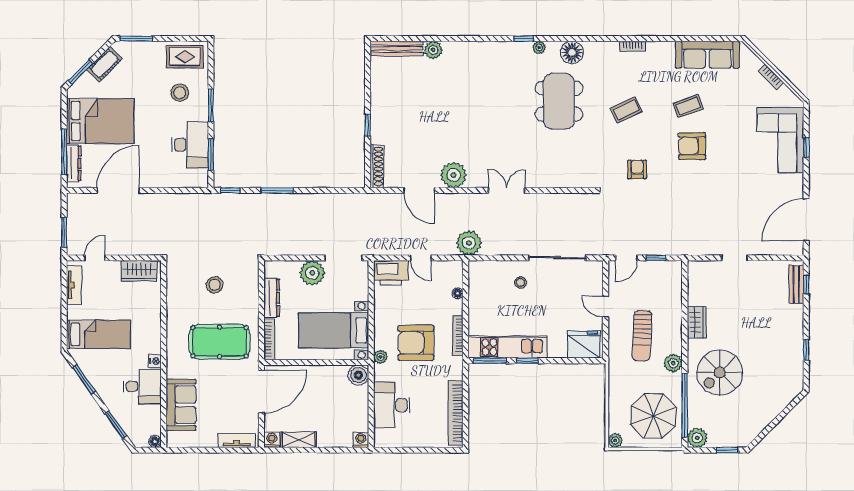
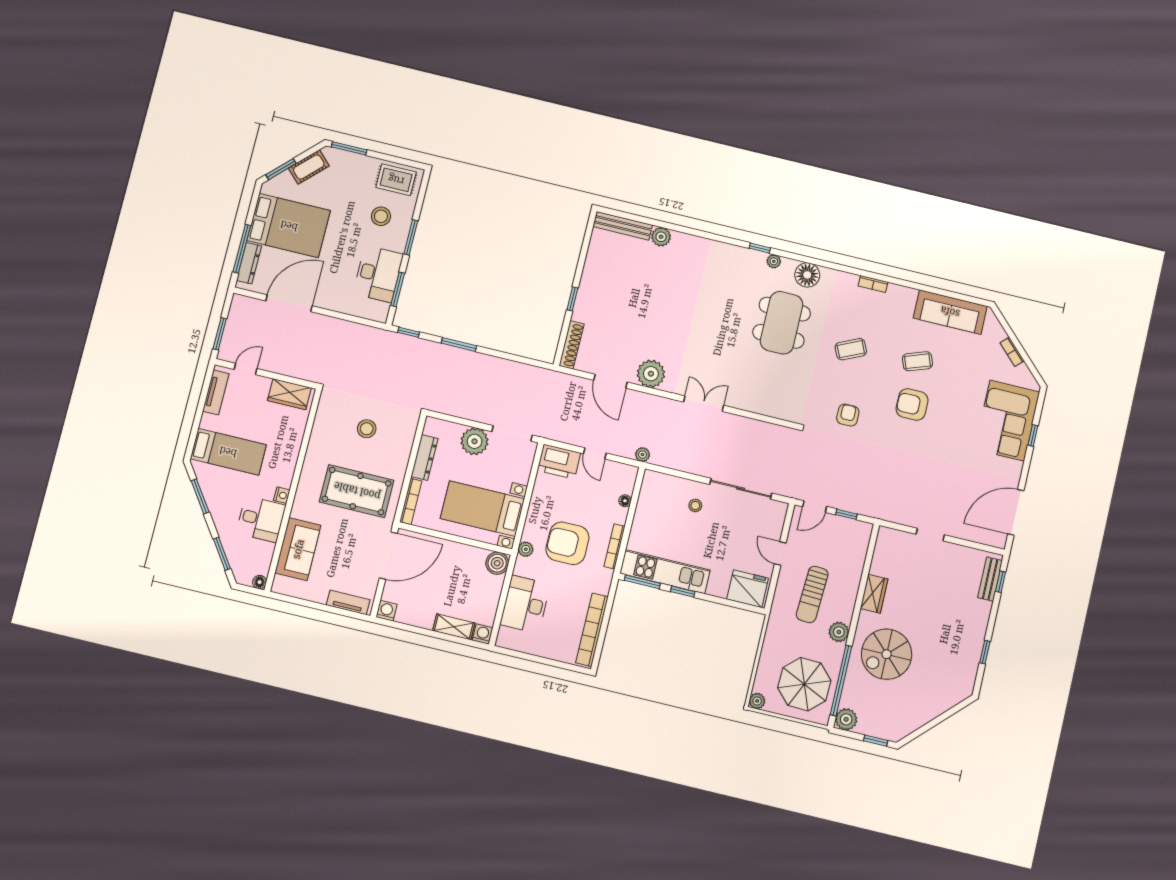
plant: (469, 243) -> (642, 455), width x0.53, depth x0.53
shelving: (299, 440) -> (454, 627), moved

